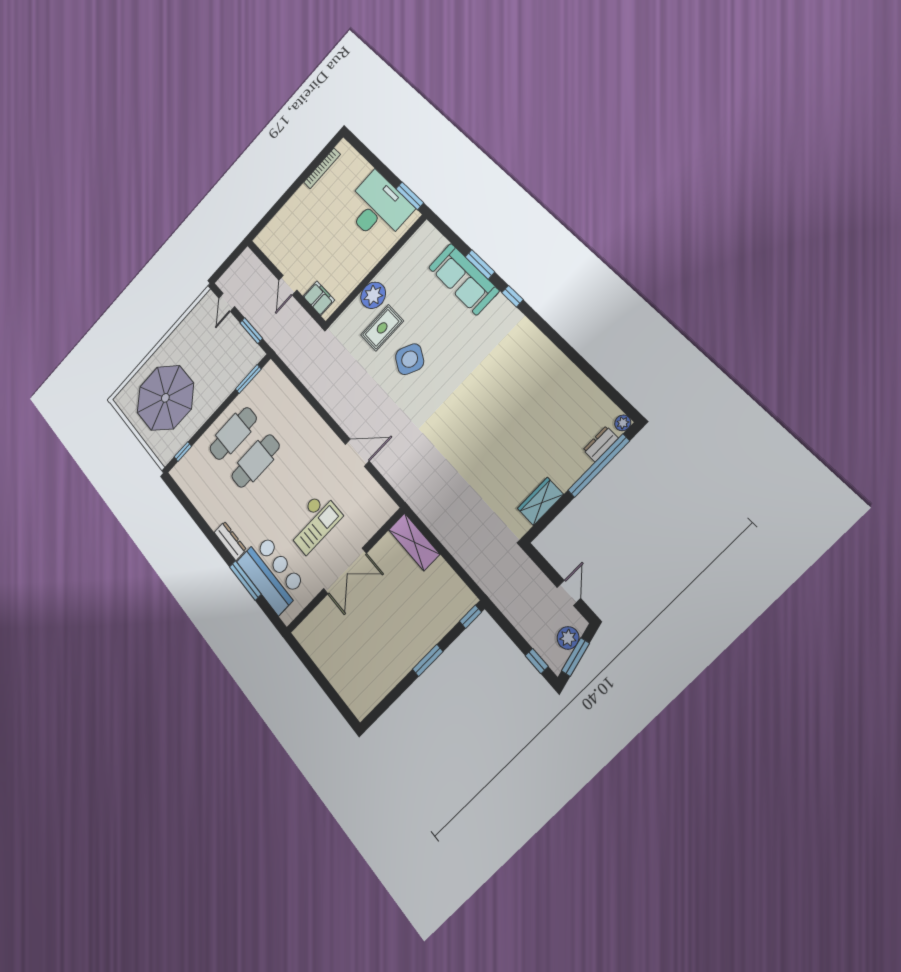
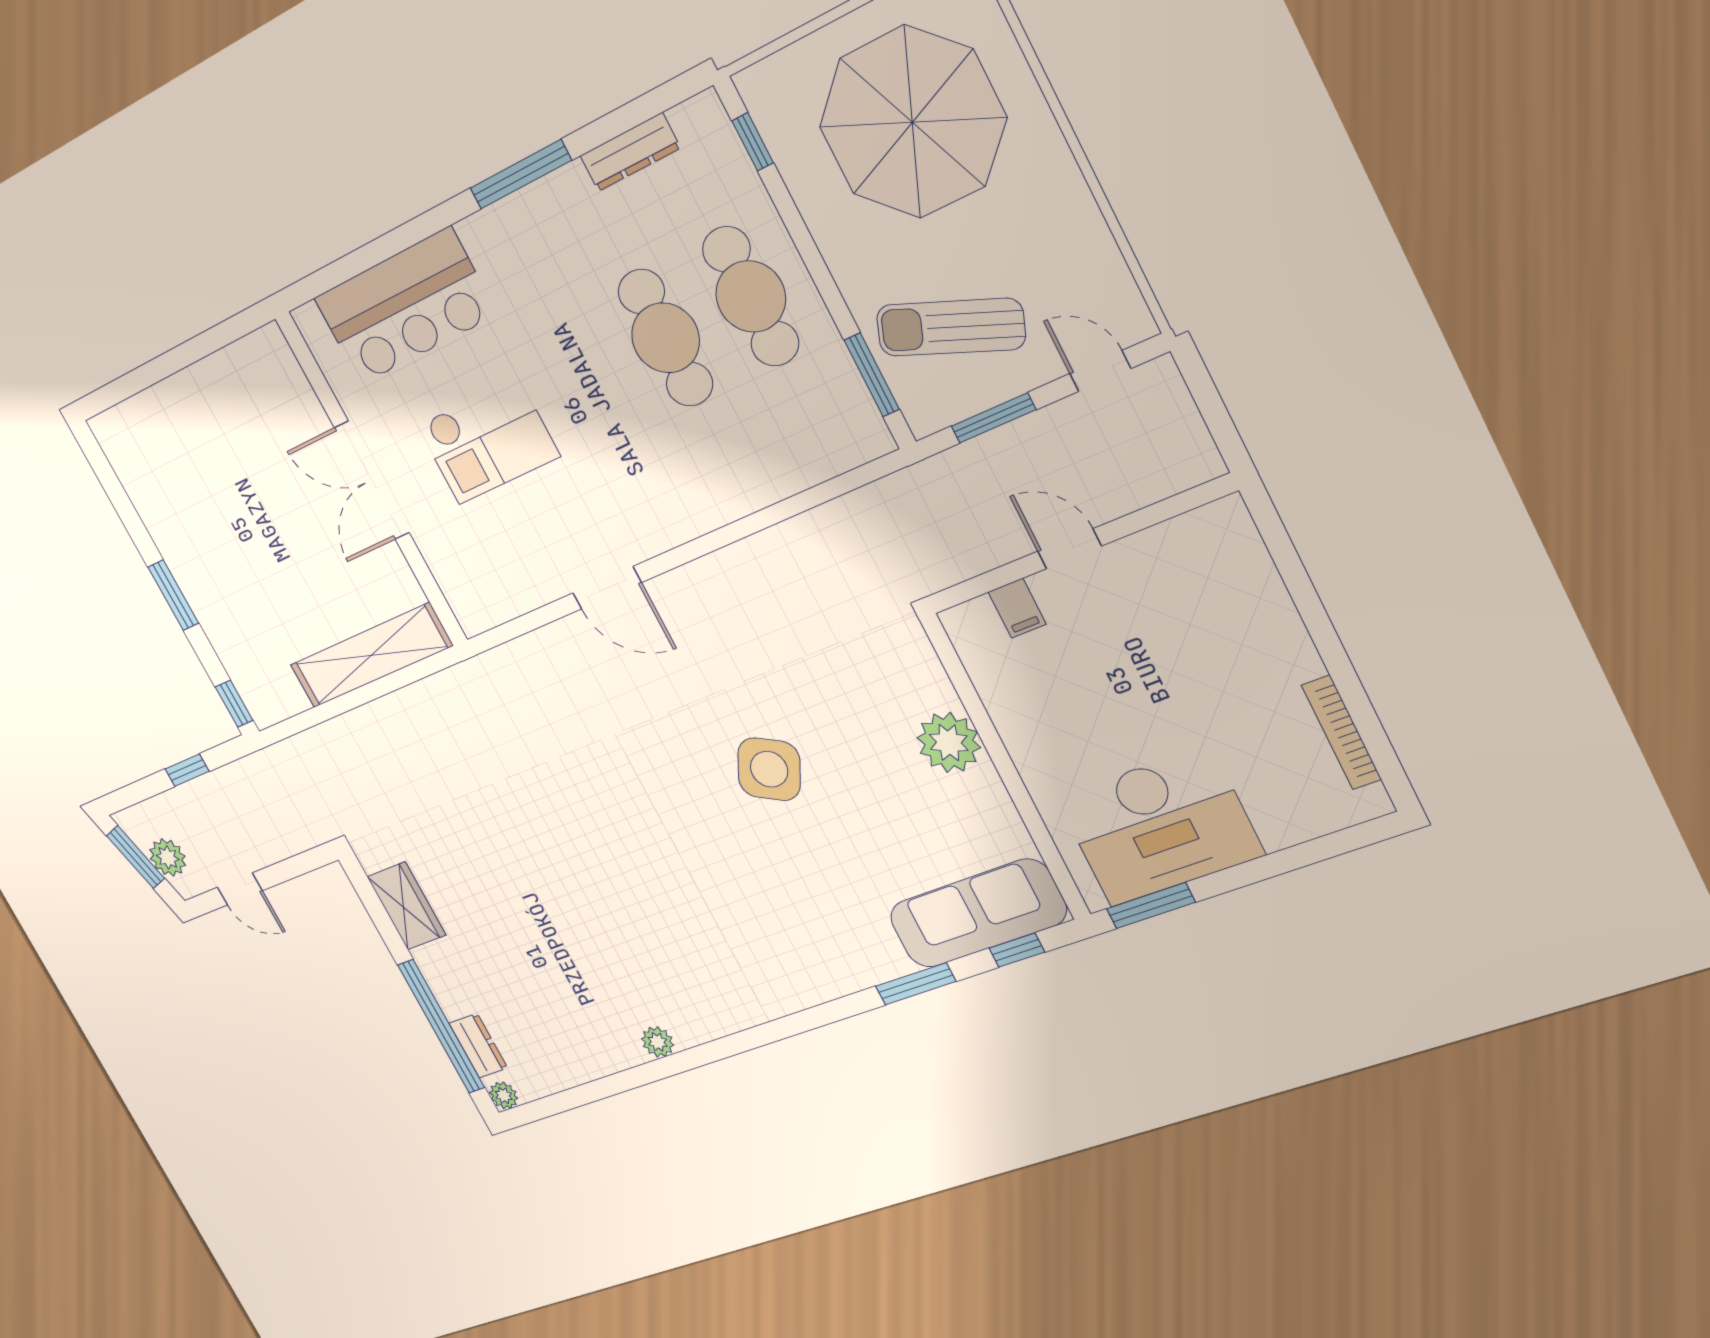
sofa: (464, 279) -> (978, 914), moved
window: (513, 296) -> (1017, 950), moved
filing cabinet: (319, 298) -> (1017, 608), width x0.50
rug: (382, 328) -> (864, 736), removed
sun lounger: (225, 358) -> (951, 327), added
plant: (558, 360) -> (658, 1042), added
door: (357, 453) -> (607, 588), hinge flipped
checkout: (314, 522) -> (488, 441), turned -90
dresser: (230, 541) -> (630, 152), moved
shelving: (414, 542) -> (371, 655), width x1.47
window: (245, 580) -> (521, 174), moved
window: (537, 661) -> (187, 770), moved

